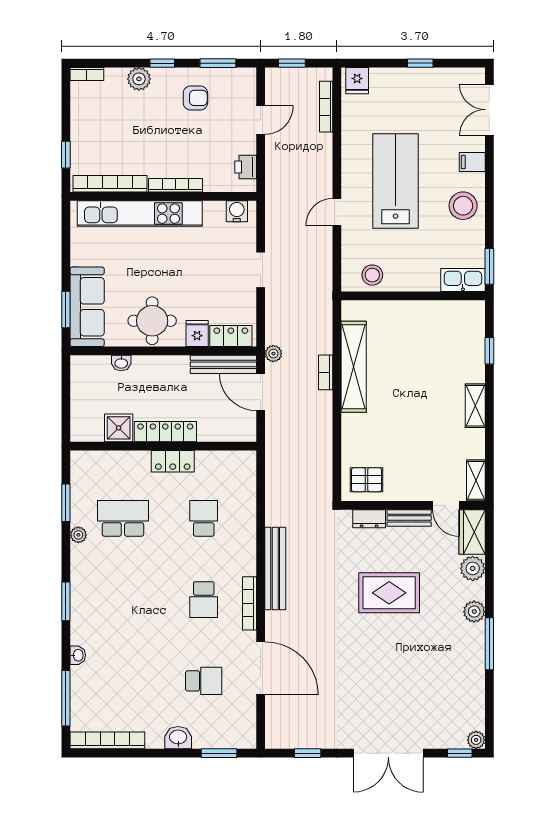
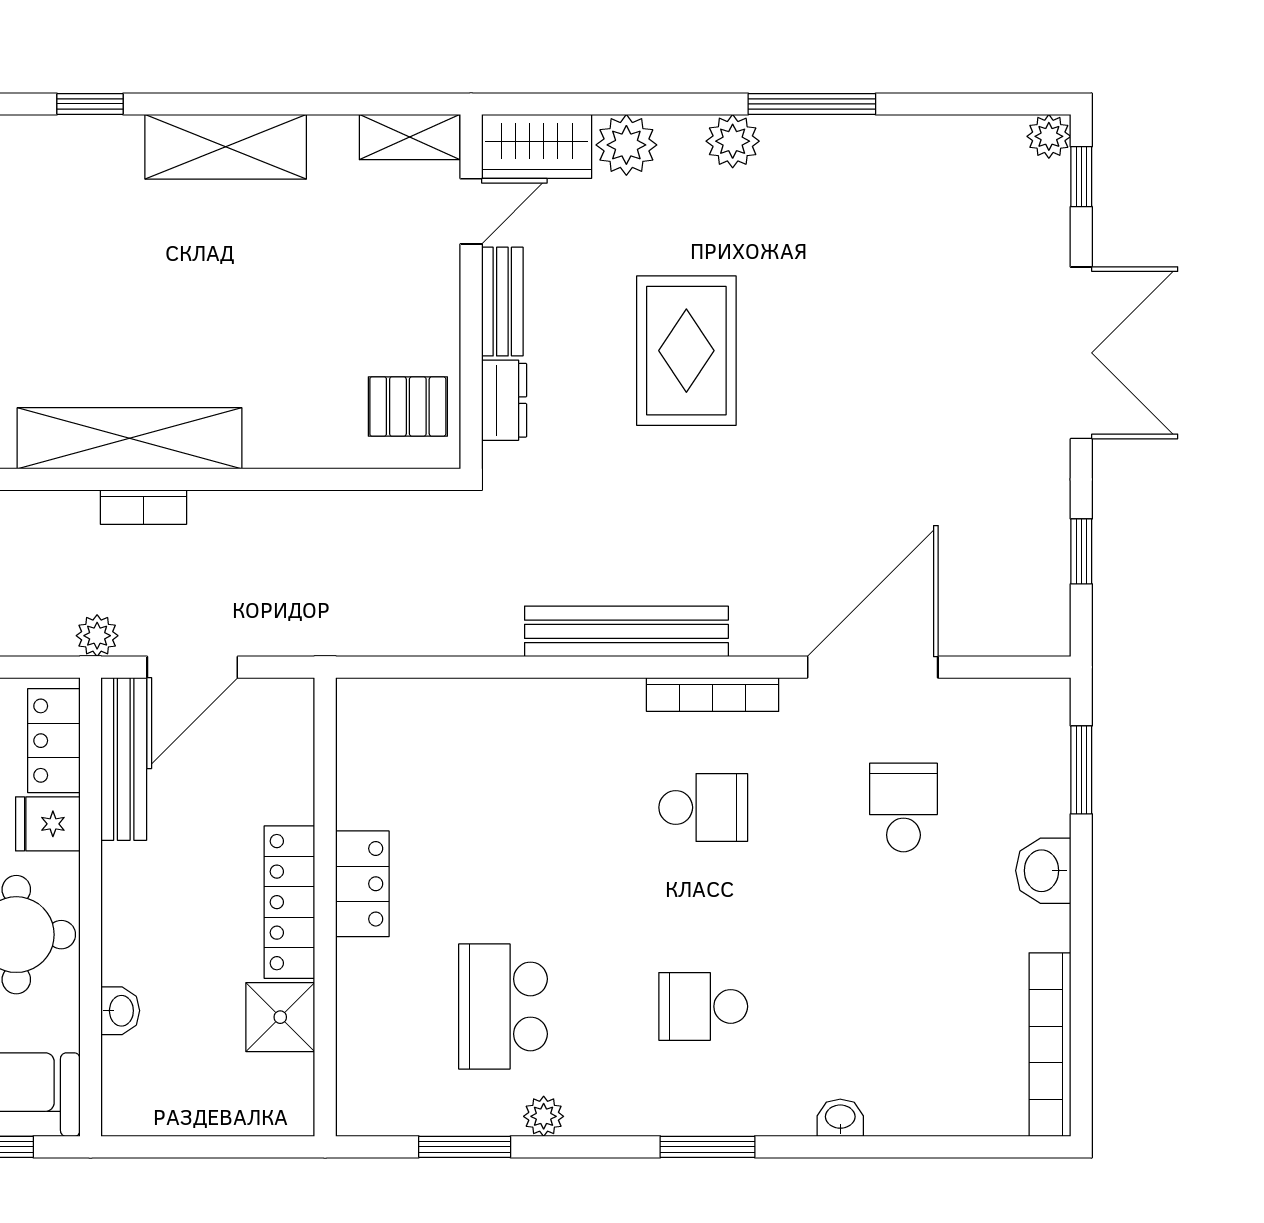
shelving: (475, 406) -> (226, 147), width x1.50, depth x1.33
pallet: (366, 480) -> (408, 406), turned 90
school desk: (204, 518) -> (703, 1006), moved
window: (66, 698) -> (946, 1147), removed

